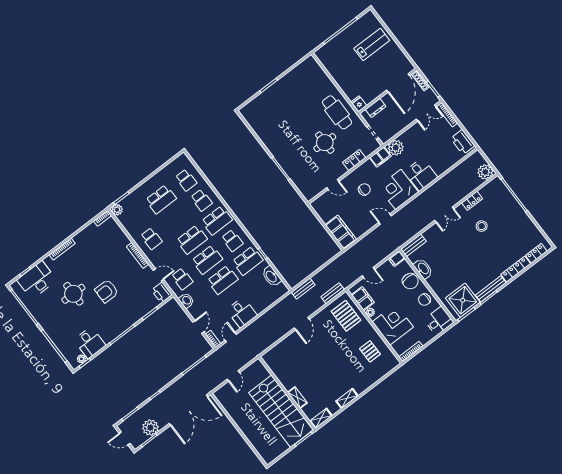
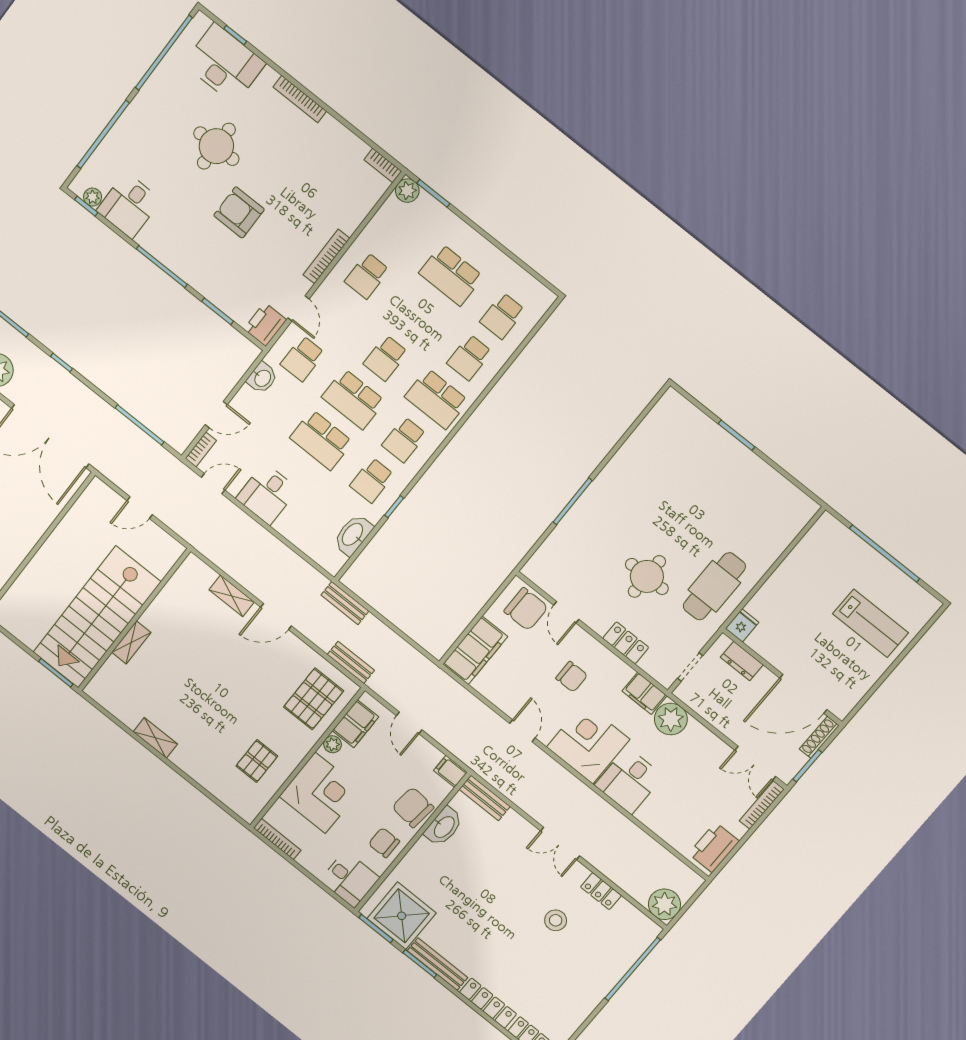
chair: (327, 203) -> (526, 609), added
school desk: (192, 240) -> (386, 358), width x0.54
school desk: (248, 261) -> (372, 480), width x0.54
chair: (410, 281) -> (413, 807), turned 96
shelving: (321, 418) -> (232, 596), moved

